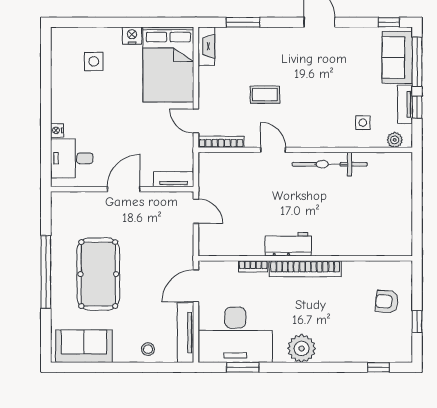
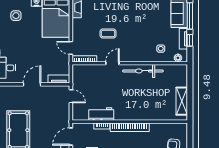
door: (273, 150) -> (112, 63), hinge flipped
shelving: (402, 220) -> (182, 101), added
workbench: (288, 244) -> (101, 114), moved

